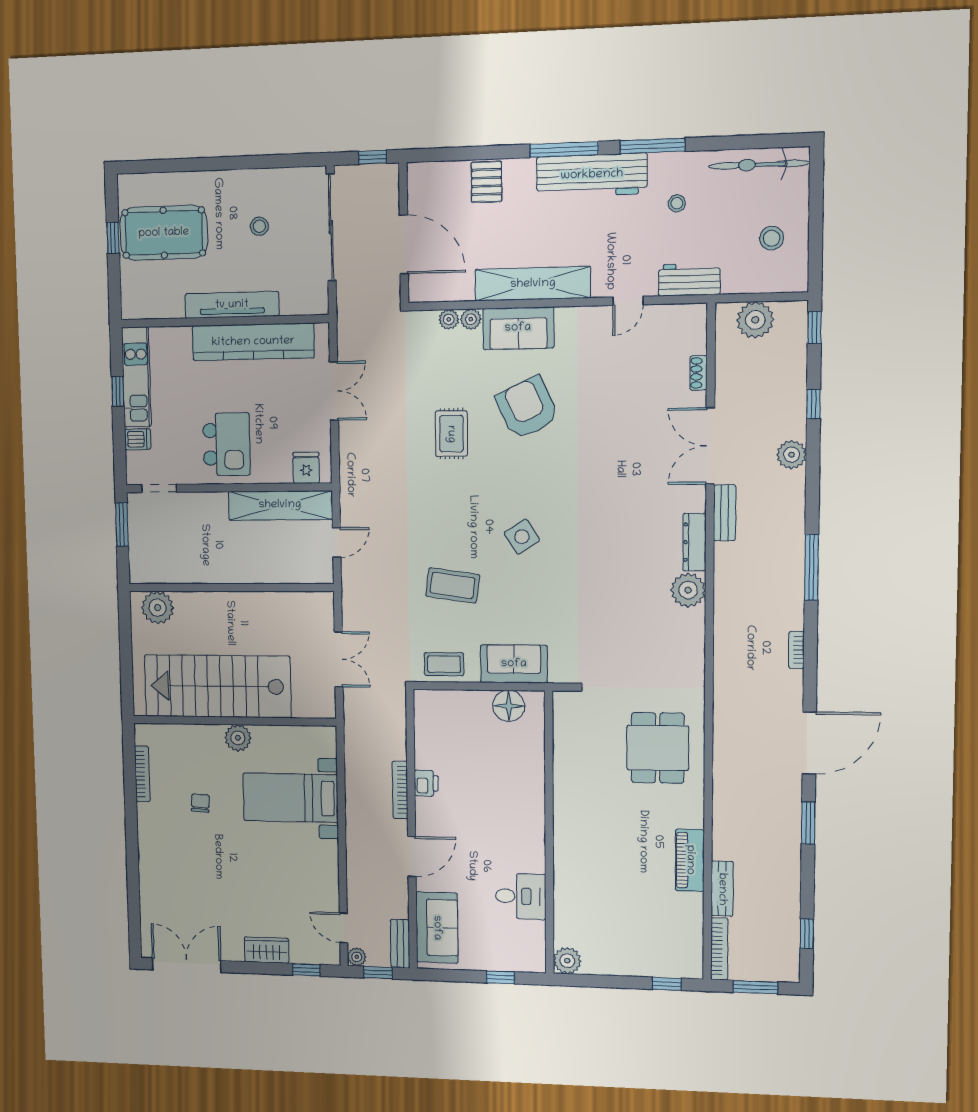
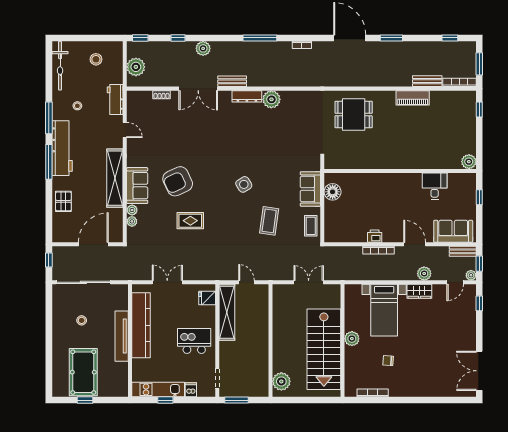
pallet: (486, 182) -> (63, 201), turned 90
plant: (359, 872) -> (424, 274), added
wardrobe: (267, 950) -> (419, 291), moved, turned -90

